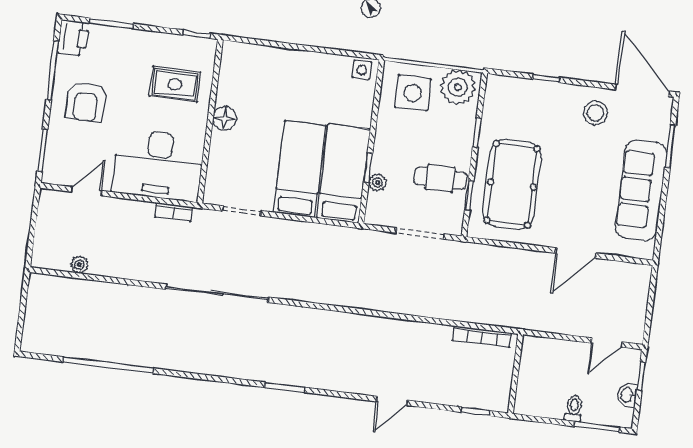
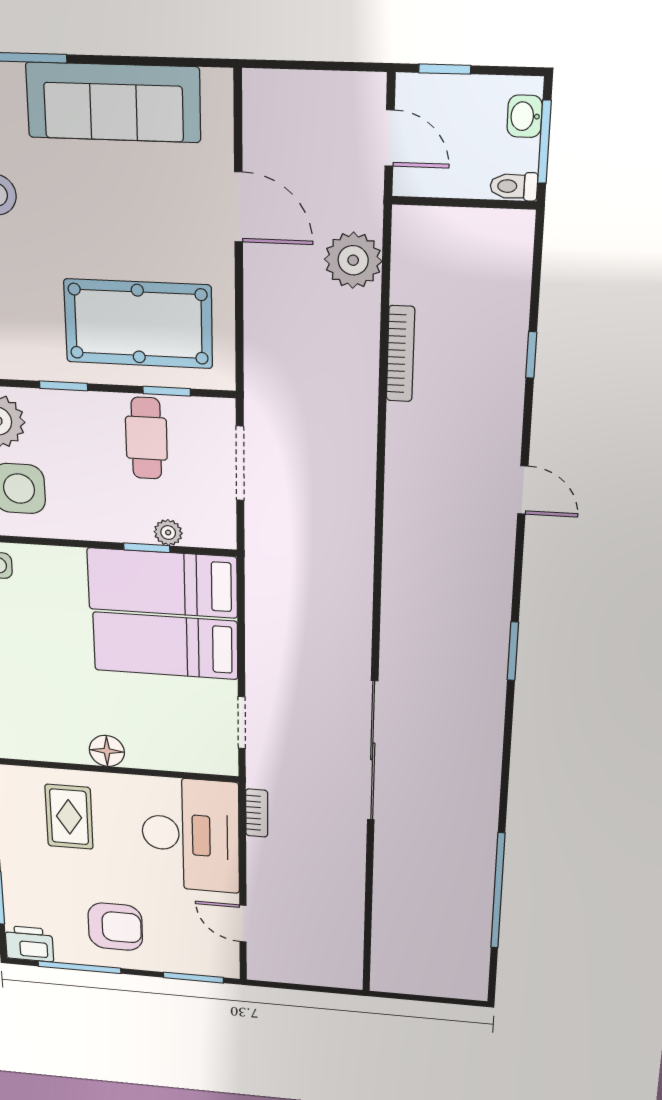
plant: (79, 265) -> (353, 260), moved, width x1.87, depth x1.87
wall: (515, 374) -> (464, 203), moved
washbasin: (627, 395) -> (525, 116), moved, turned 90

